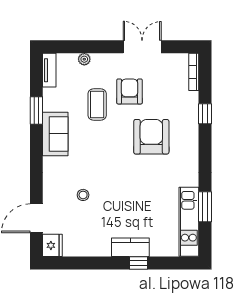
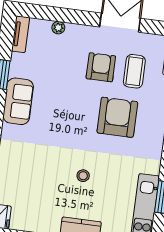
coffee table: (97, 104) -> (134, 71), moved
stool: (83, 195) -> (83, 176), moved

